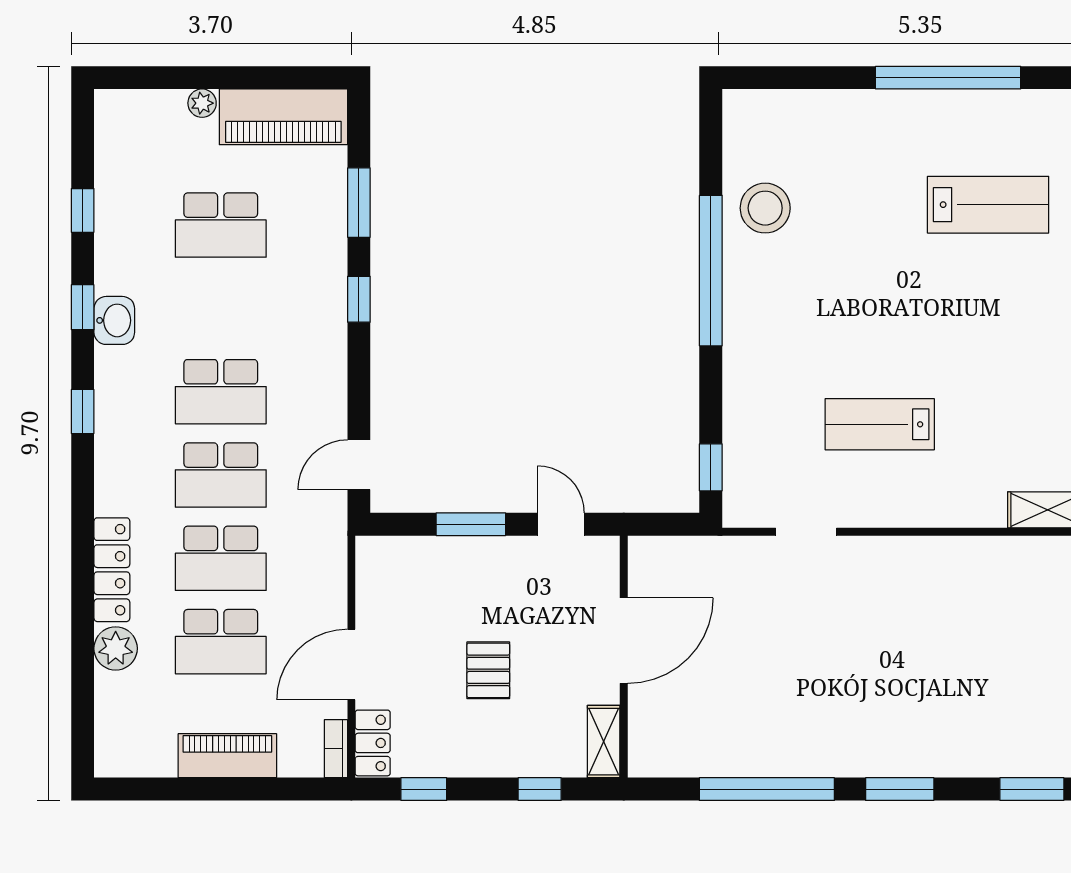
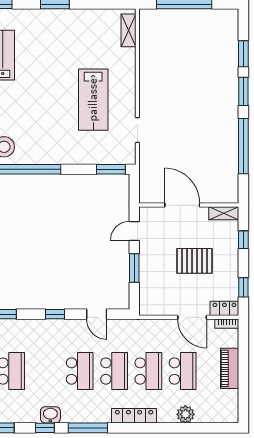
window: (359, 299) -> (55, 314), moved
window: (83, 412) -> (88, 428), width x2.17
lab bench: (880, 424) -> (93, 100), width x1.36, depth x1.39
door: (359, 465) -> (97, 314), moved
window: (711, 467) -> (111, 169), width x1.50
locker: (112, 570) -> (134, 416), moved
pallet: (488, 670) -> (194, 261), width x1.50, depth x1.42
window: (1032, 789) -> (243, 54), moved

